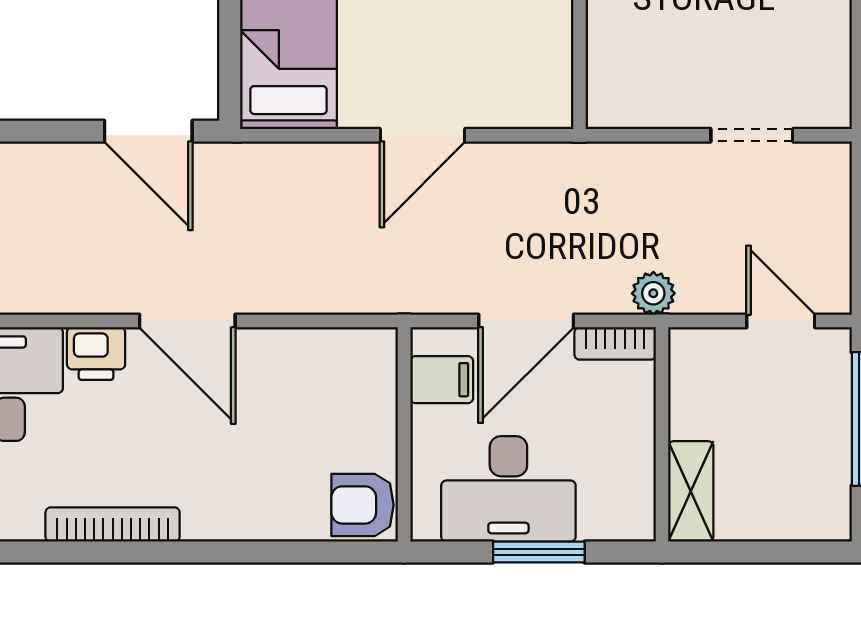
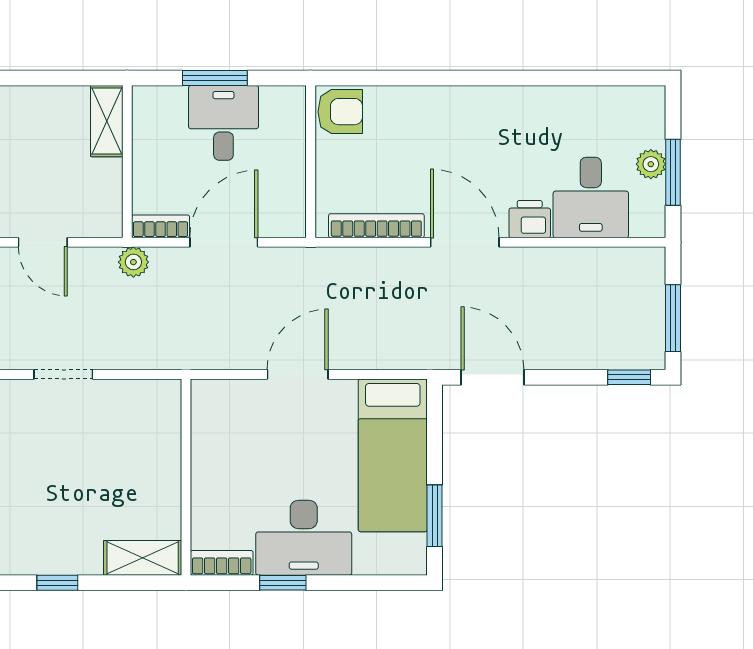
filing cabinet: (442, 380) -> (284, 201), removed
desk: (508, 489) -> (223, 123), width x0.73
bookcase: (113, 525) -> (376, 226), moved, turned 180

